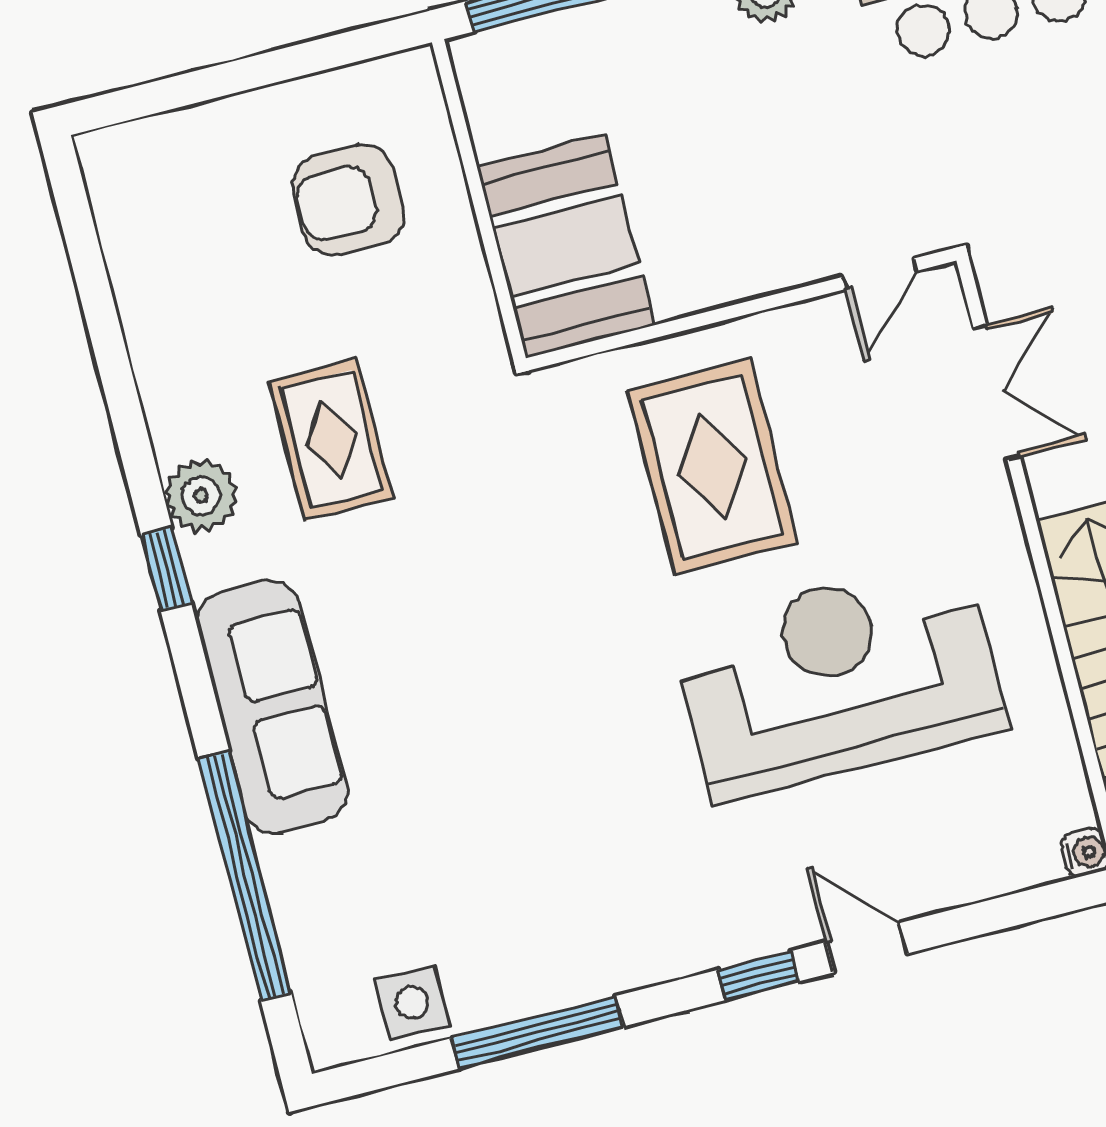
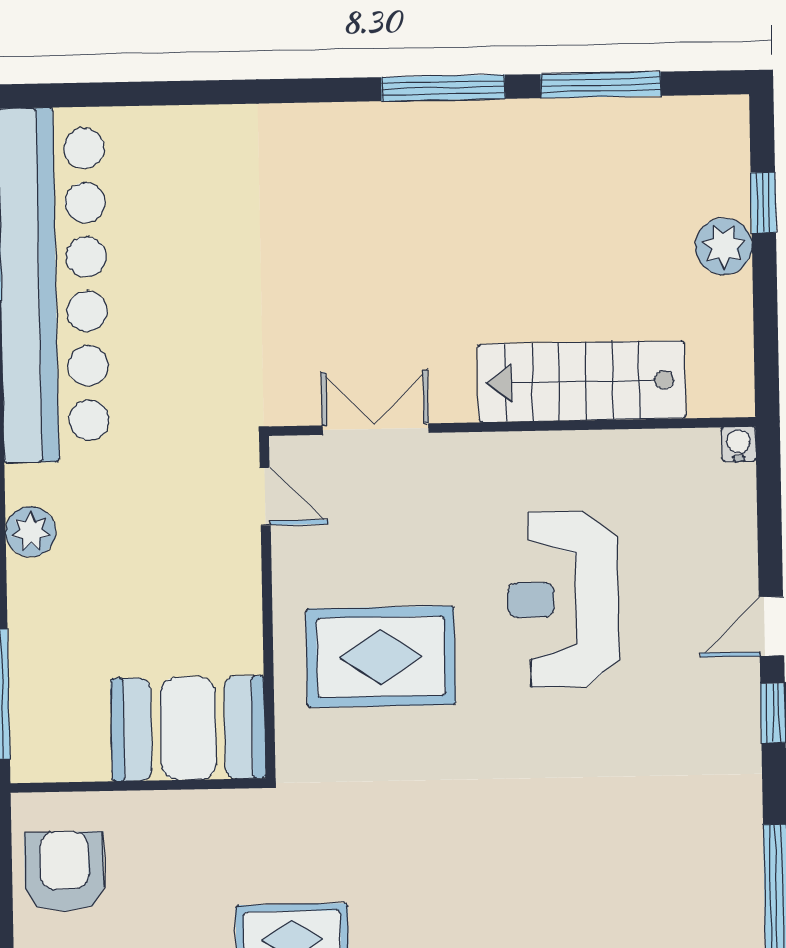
armchair: (349, 200) -> (64, 872), moved, turned 180
reception desk: (839, 678) -> (563, 599), width x0.74, depth x0.77

